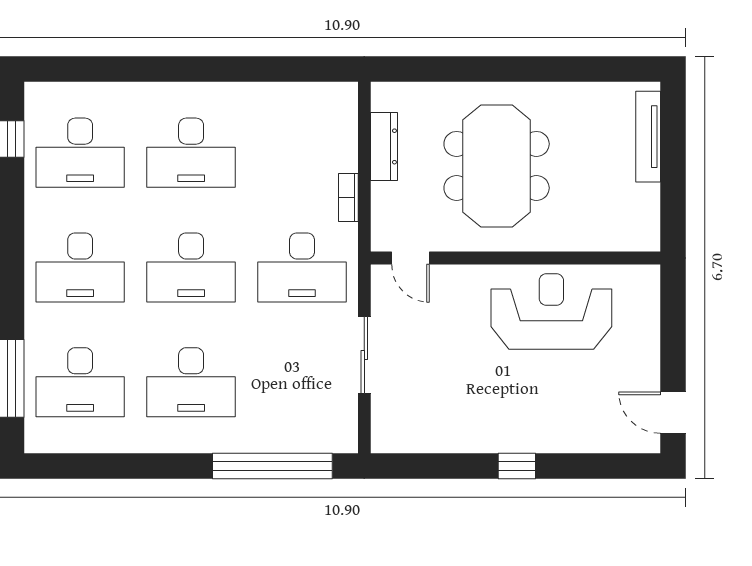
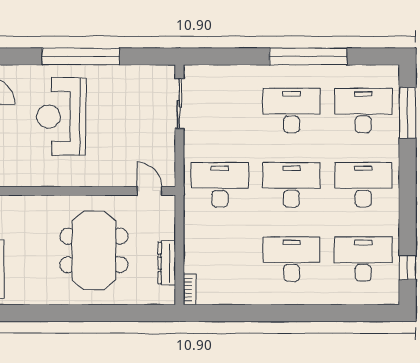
bookcase: (348, 198) -> (190, 289), moved
reception desk: (551, 311) -> (61, 117), moved, turned 90
sliding door: (364, 355) -> (179, 104), moved
window: (272, 466) -> (308, 56), moved
window: (517, 466) -> (81, 56), width x3.17

